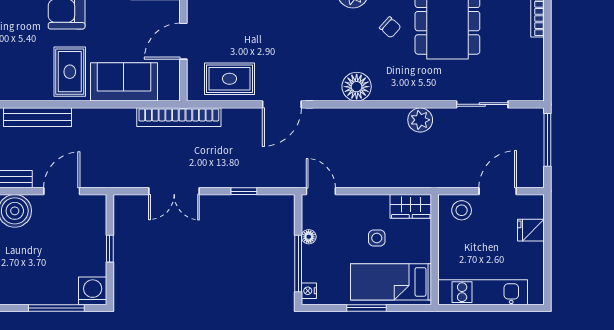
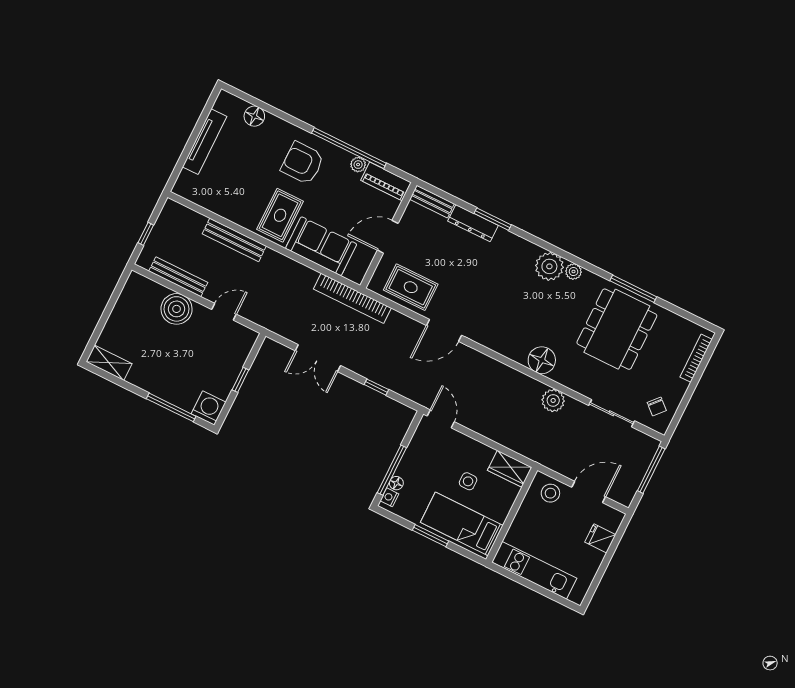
chair: (390, 27) -> (657, 406), moved
floor lamp: (357, 87) -> (542, 360), moved
door: (62, 191) -> (224, 312), width x0.73
floor lamp: (309, 237) -> (396, 483), moved

